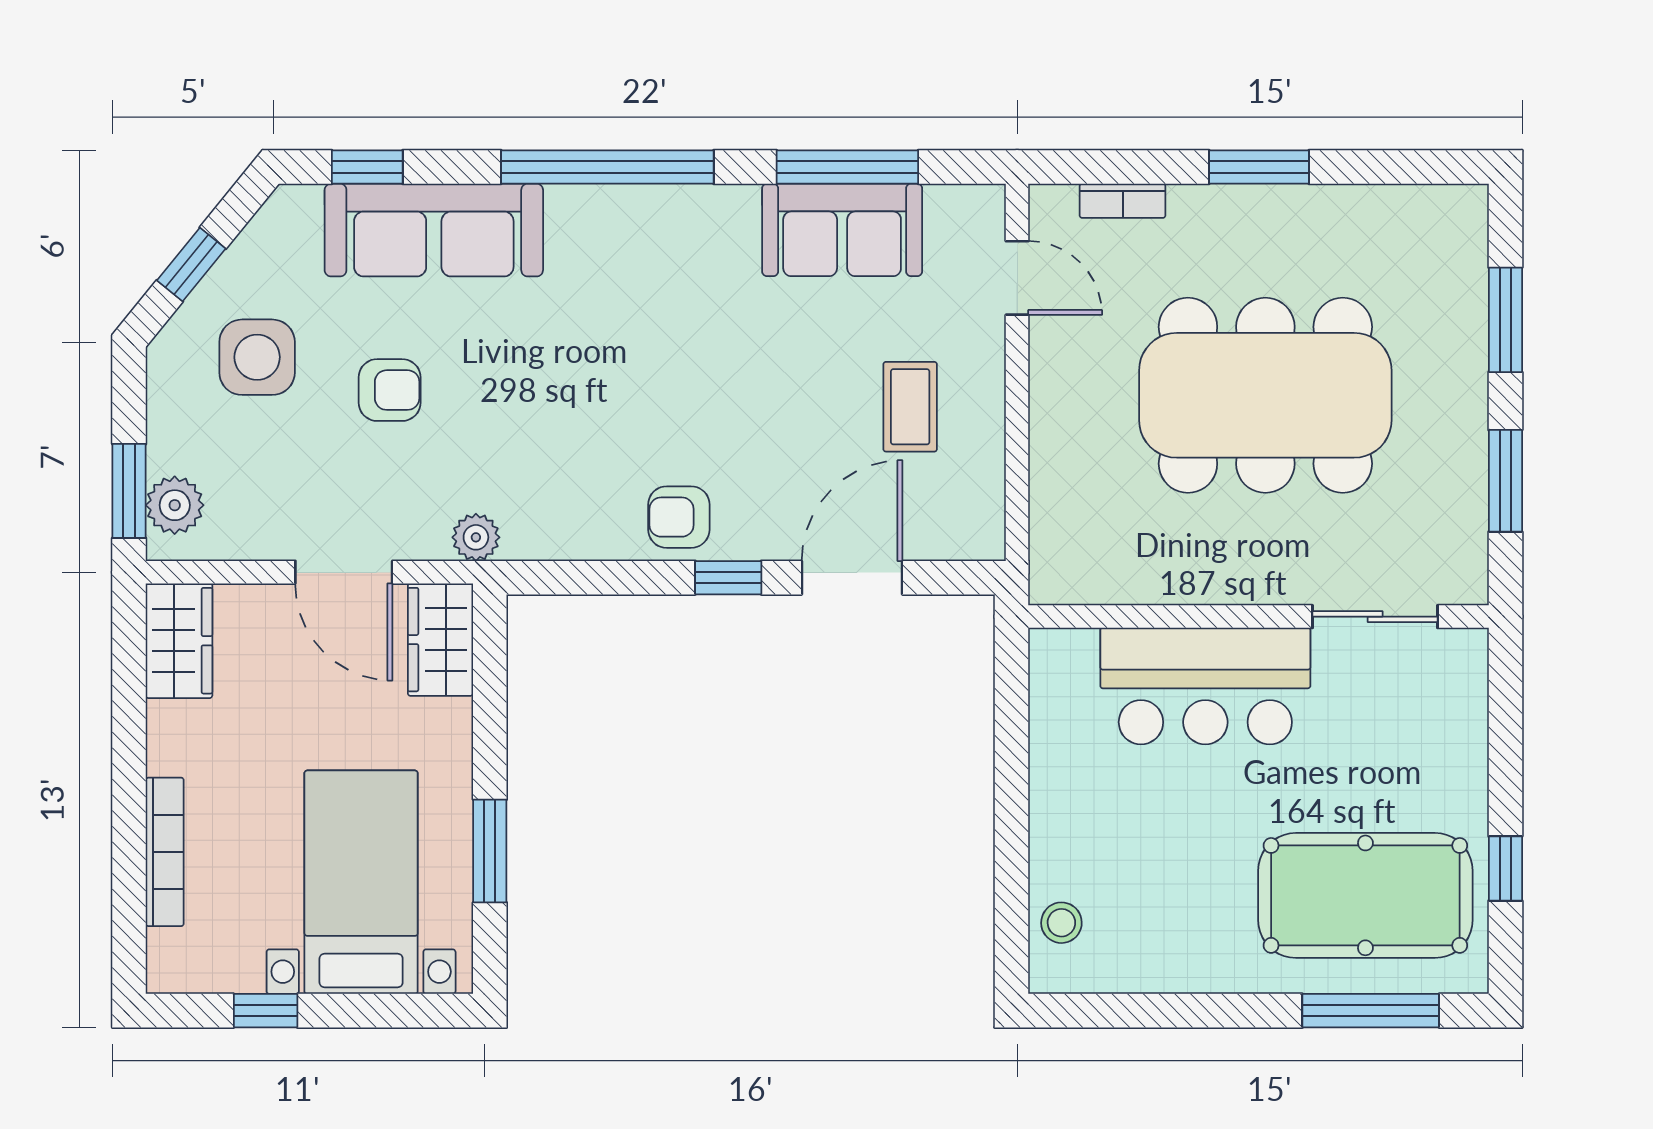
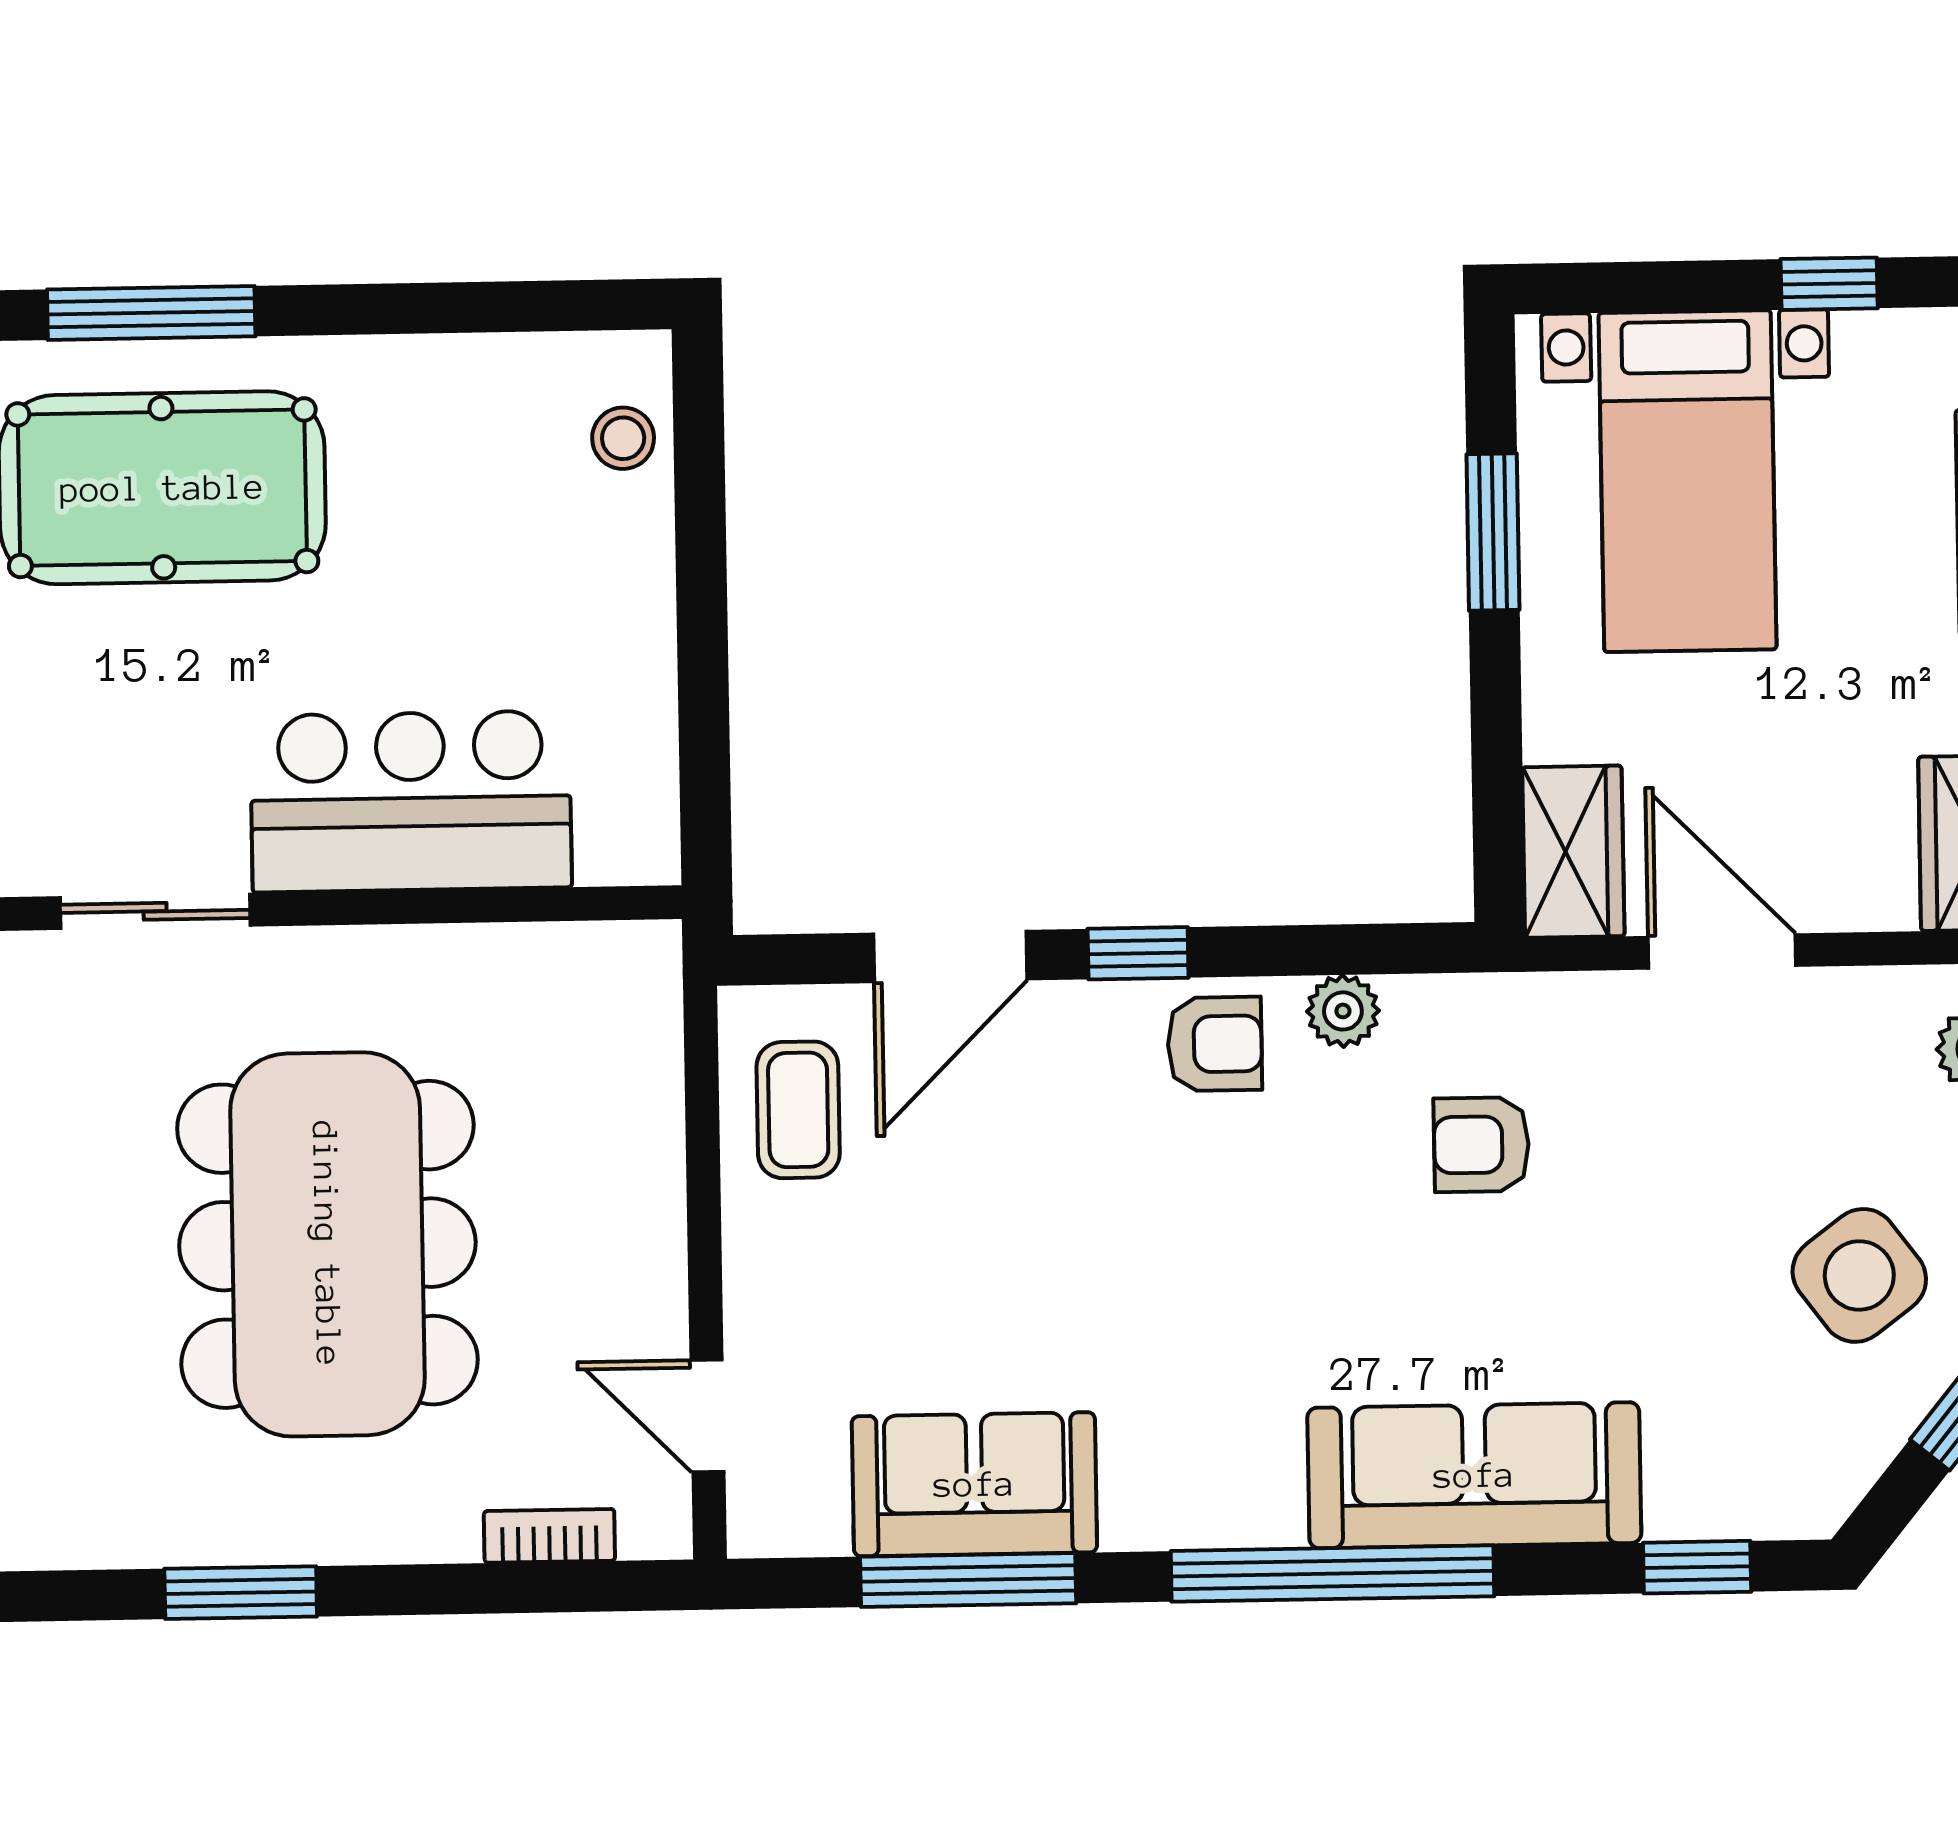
window: (1259, 167) -> (241, 1593), moved
sofa: (434, 230) -> (1474, 1475), moved
side table: (257, 357) -> (1859, 1275), turned -37
armchair: (390, 390) -> (1481, 1145), moved
dining table: (1265, 395) -> (327, 1244), turned 90
coffee table: (910, 407) -> (798, 1110), moved
plant: (476, 537) -> (1343, 1011), moved

